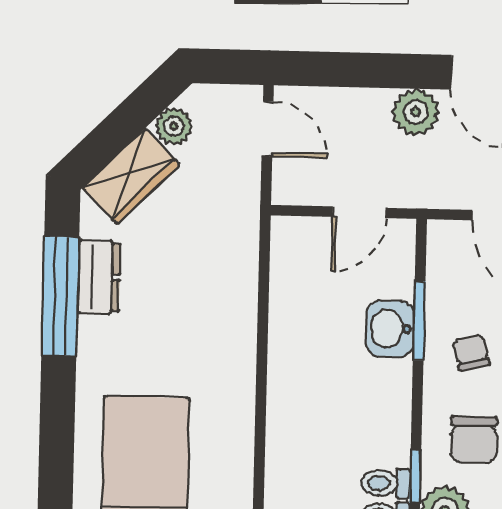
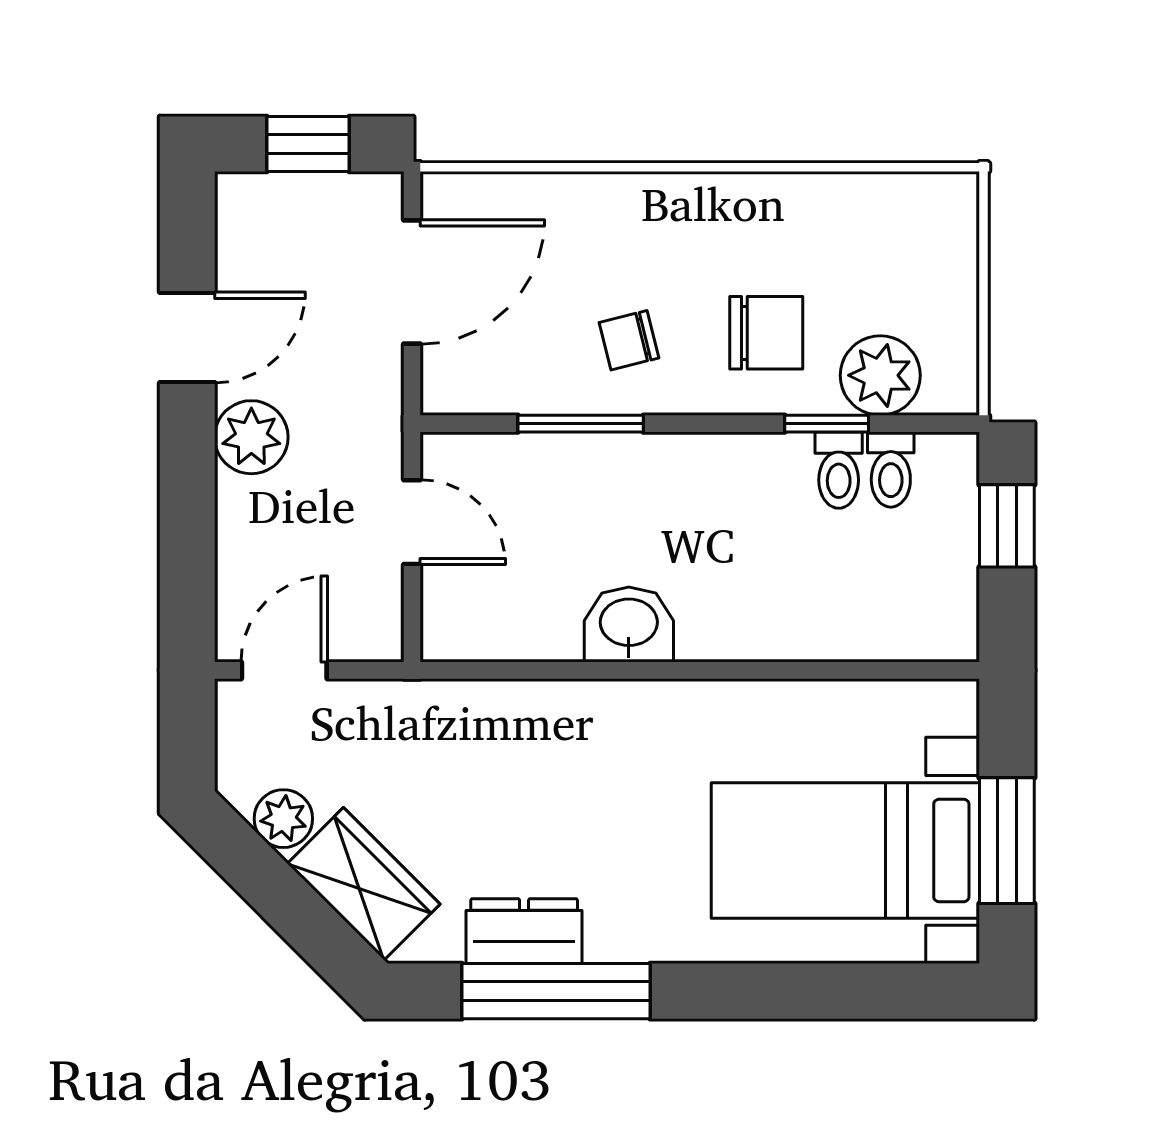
washbasin: (390, 329) -> (629, 624), moved, turned 180

